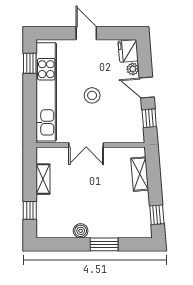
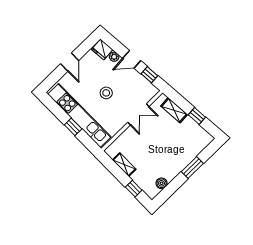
door: (86, 33) -> (70, 62), swing flipped
window: (30, 63) -> (73, 127), moved
double door: (86, 145) -> (138, 114), moved
window: (157, 215) -> (197, 116), moved
boiler: (81, 231) -> (162, 183), moved

